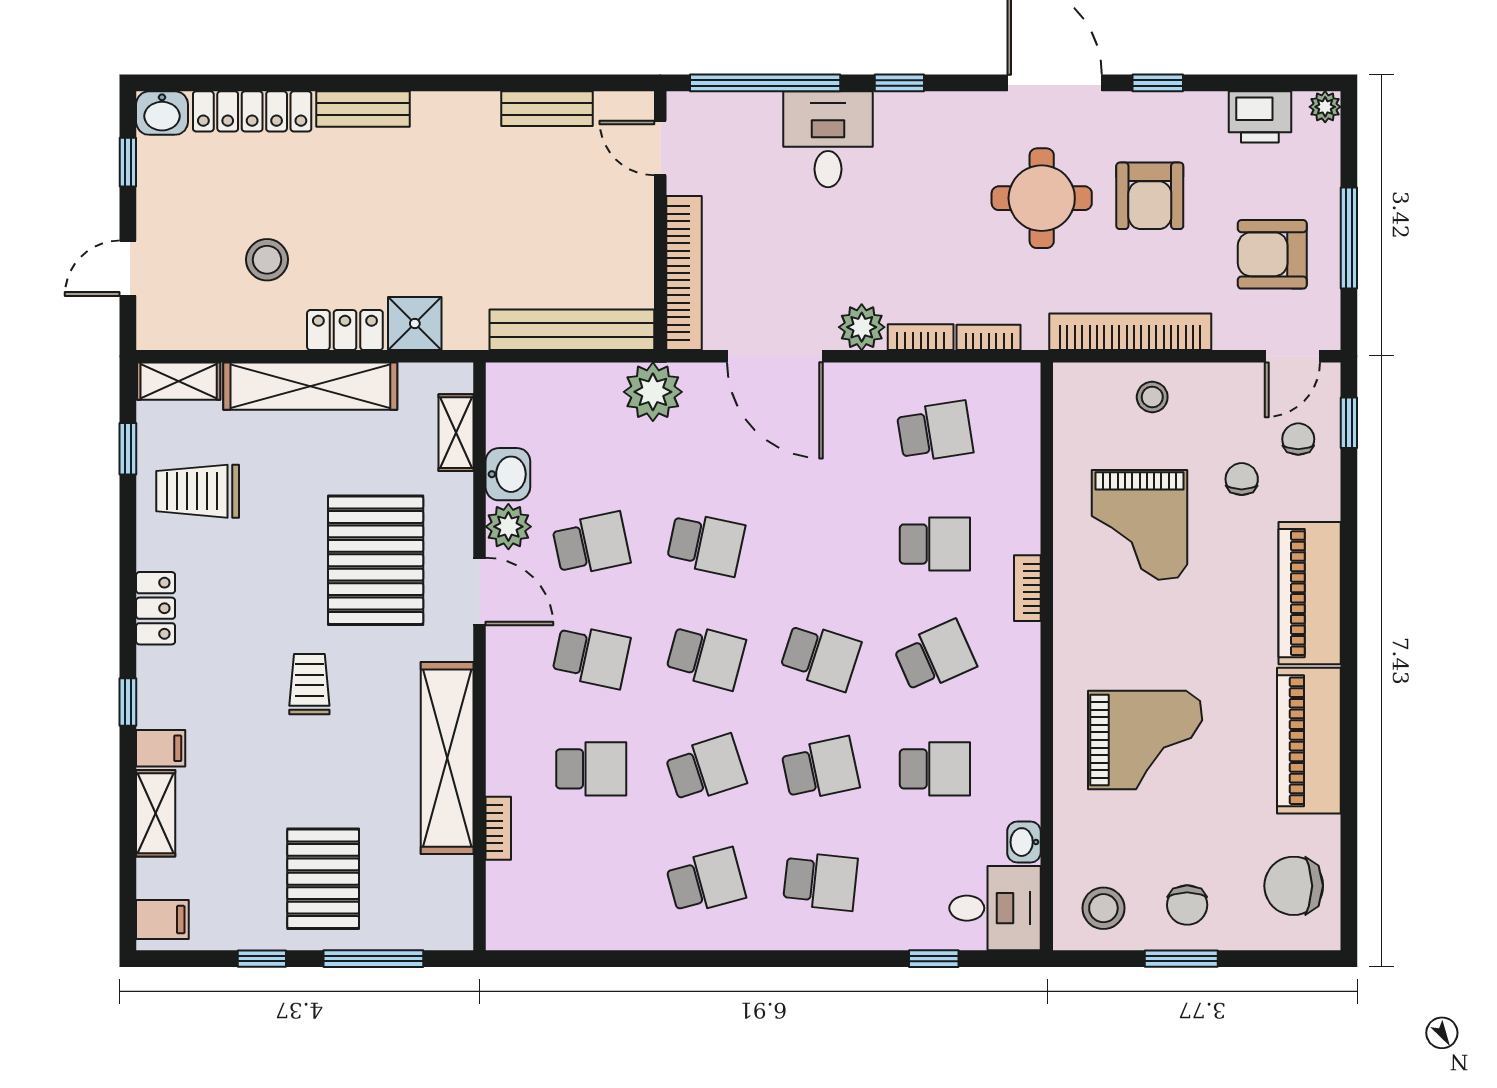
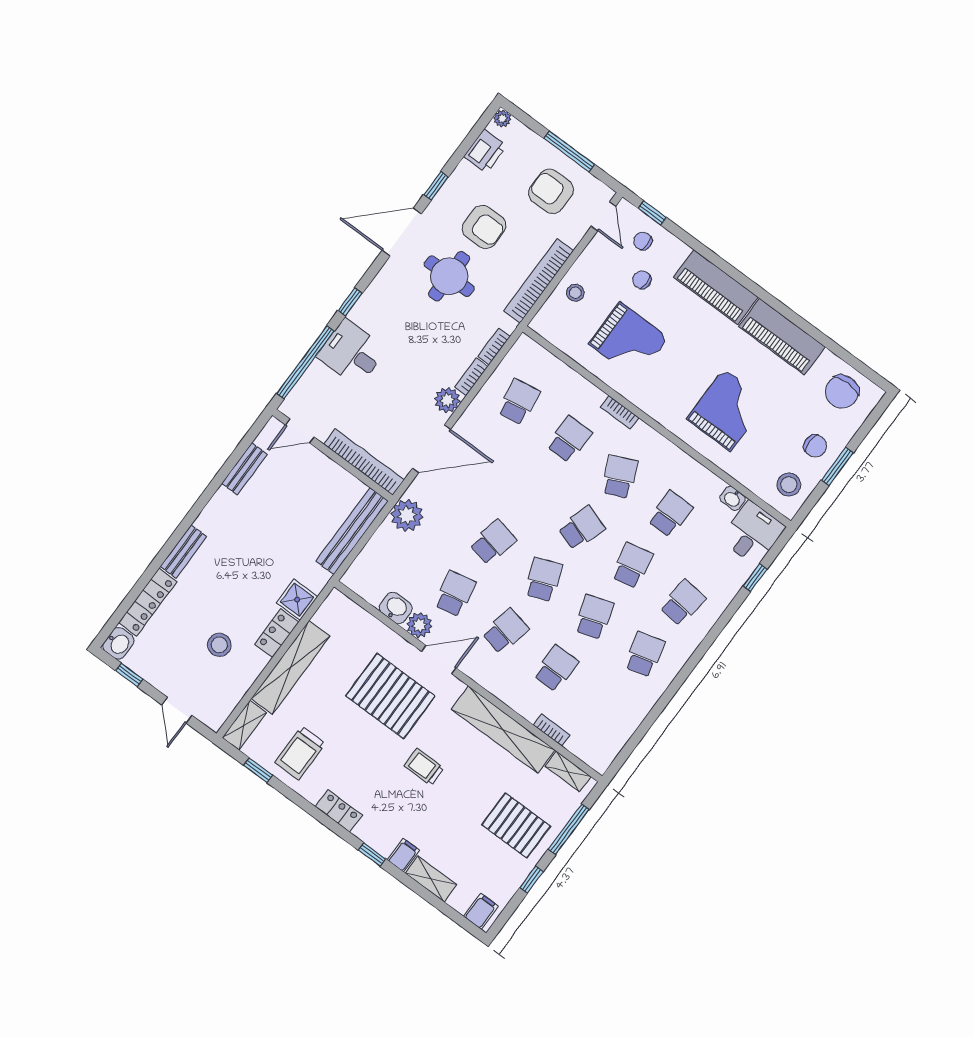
armchair: (1272, 254) -> (551, 191), turned 90
shelving: (456, 433) -> (568, 771), moved
school desk: (706, 656) -> (543, 580), turned -36

